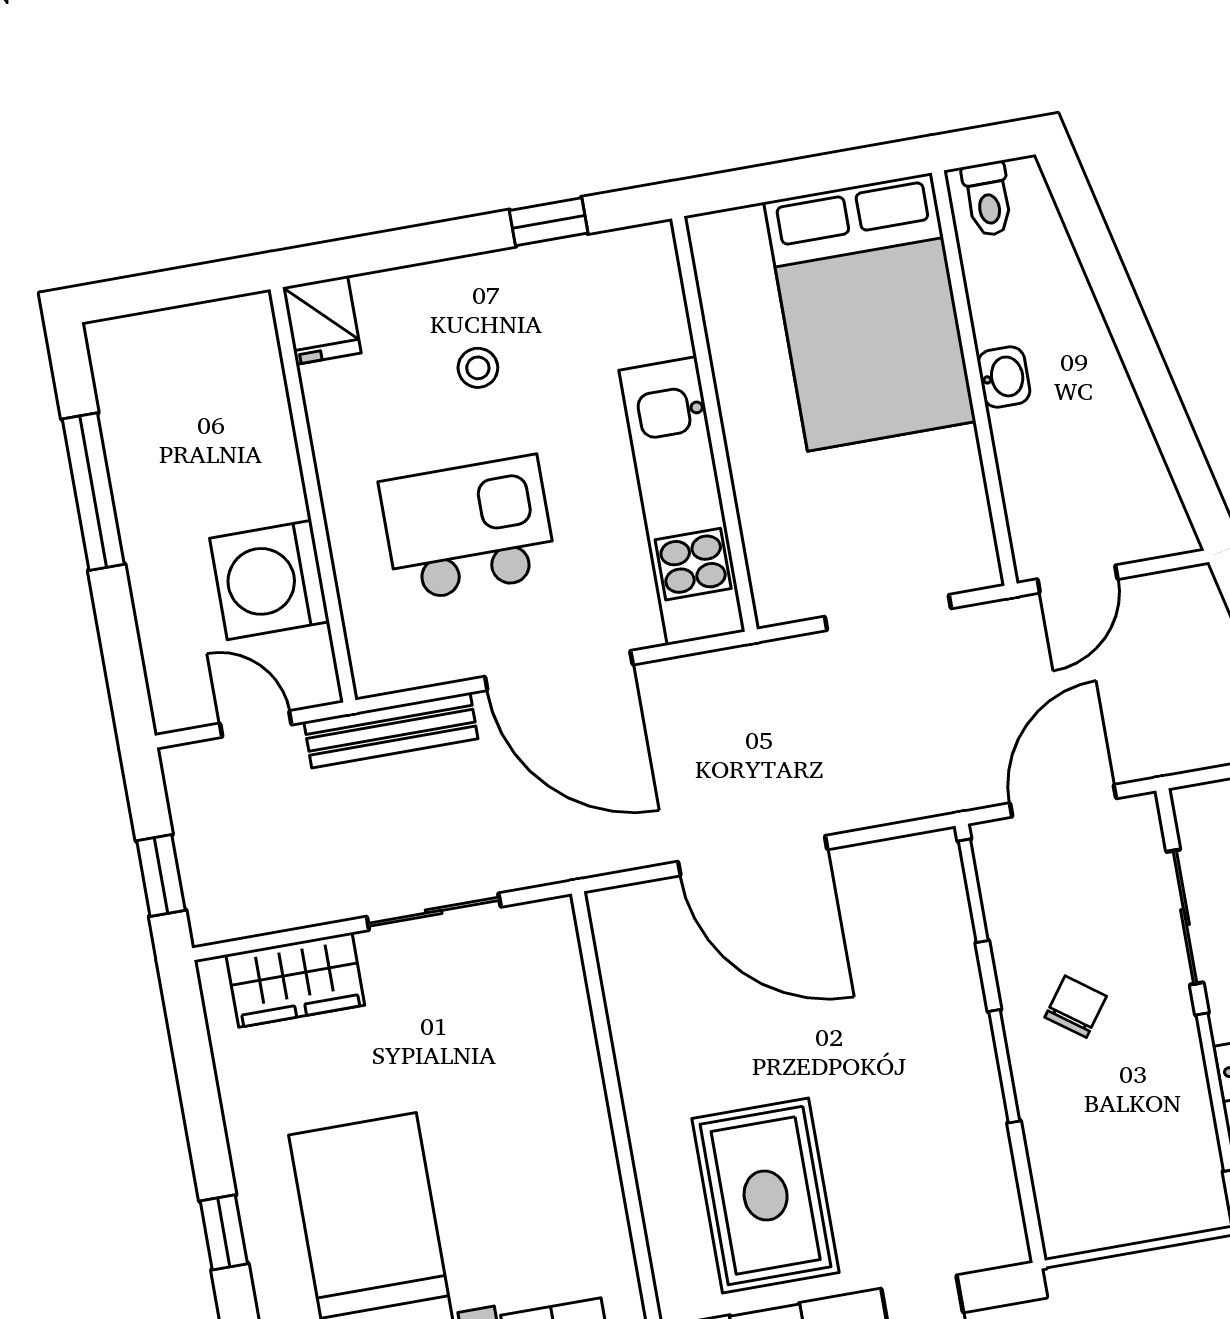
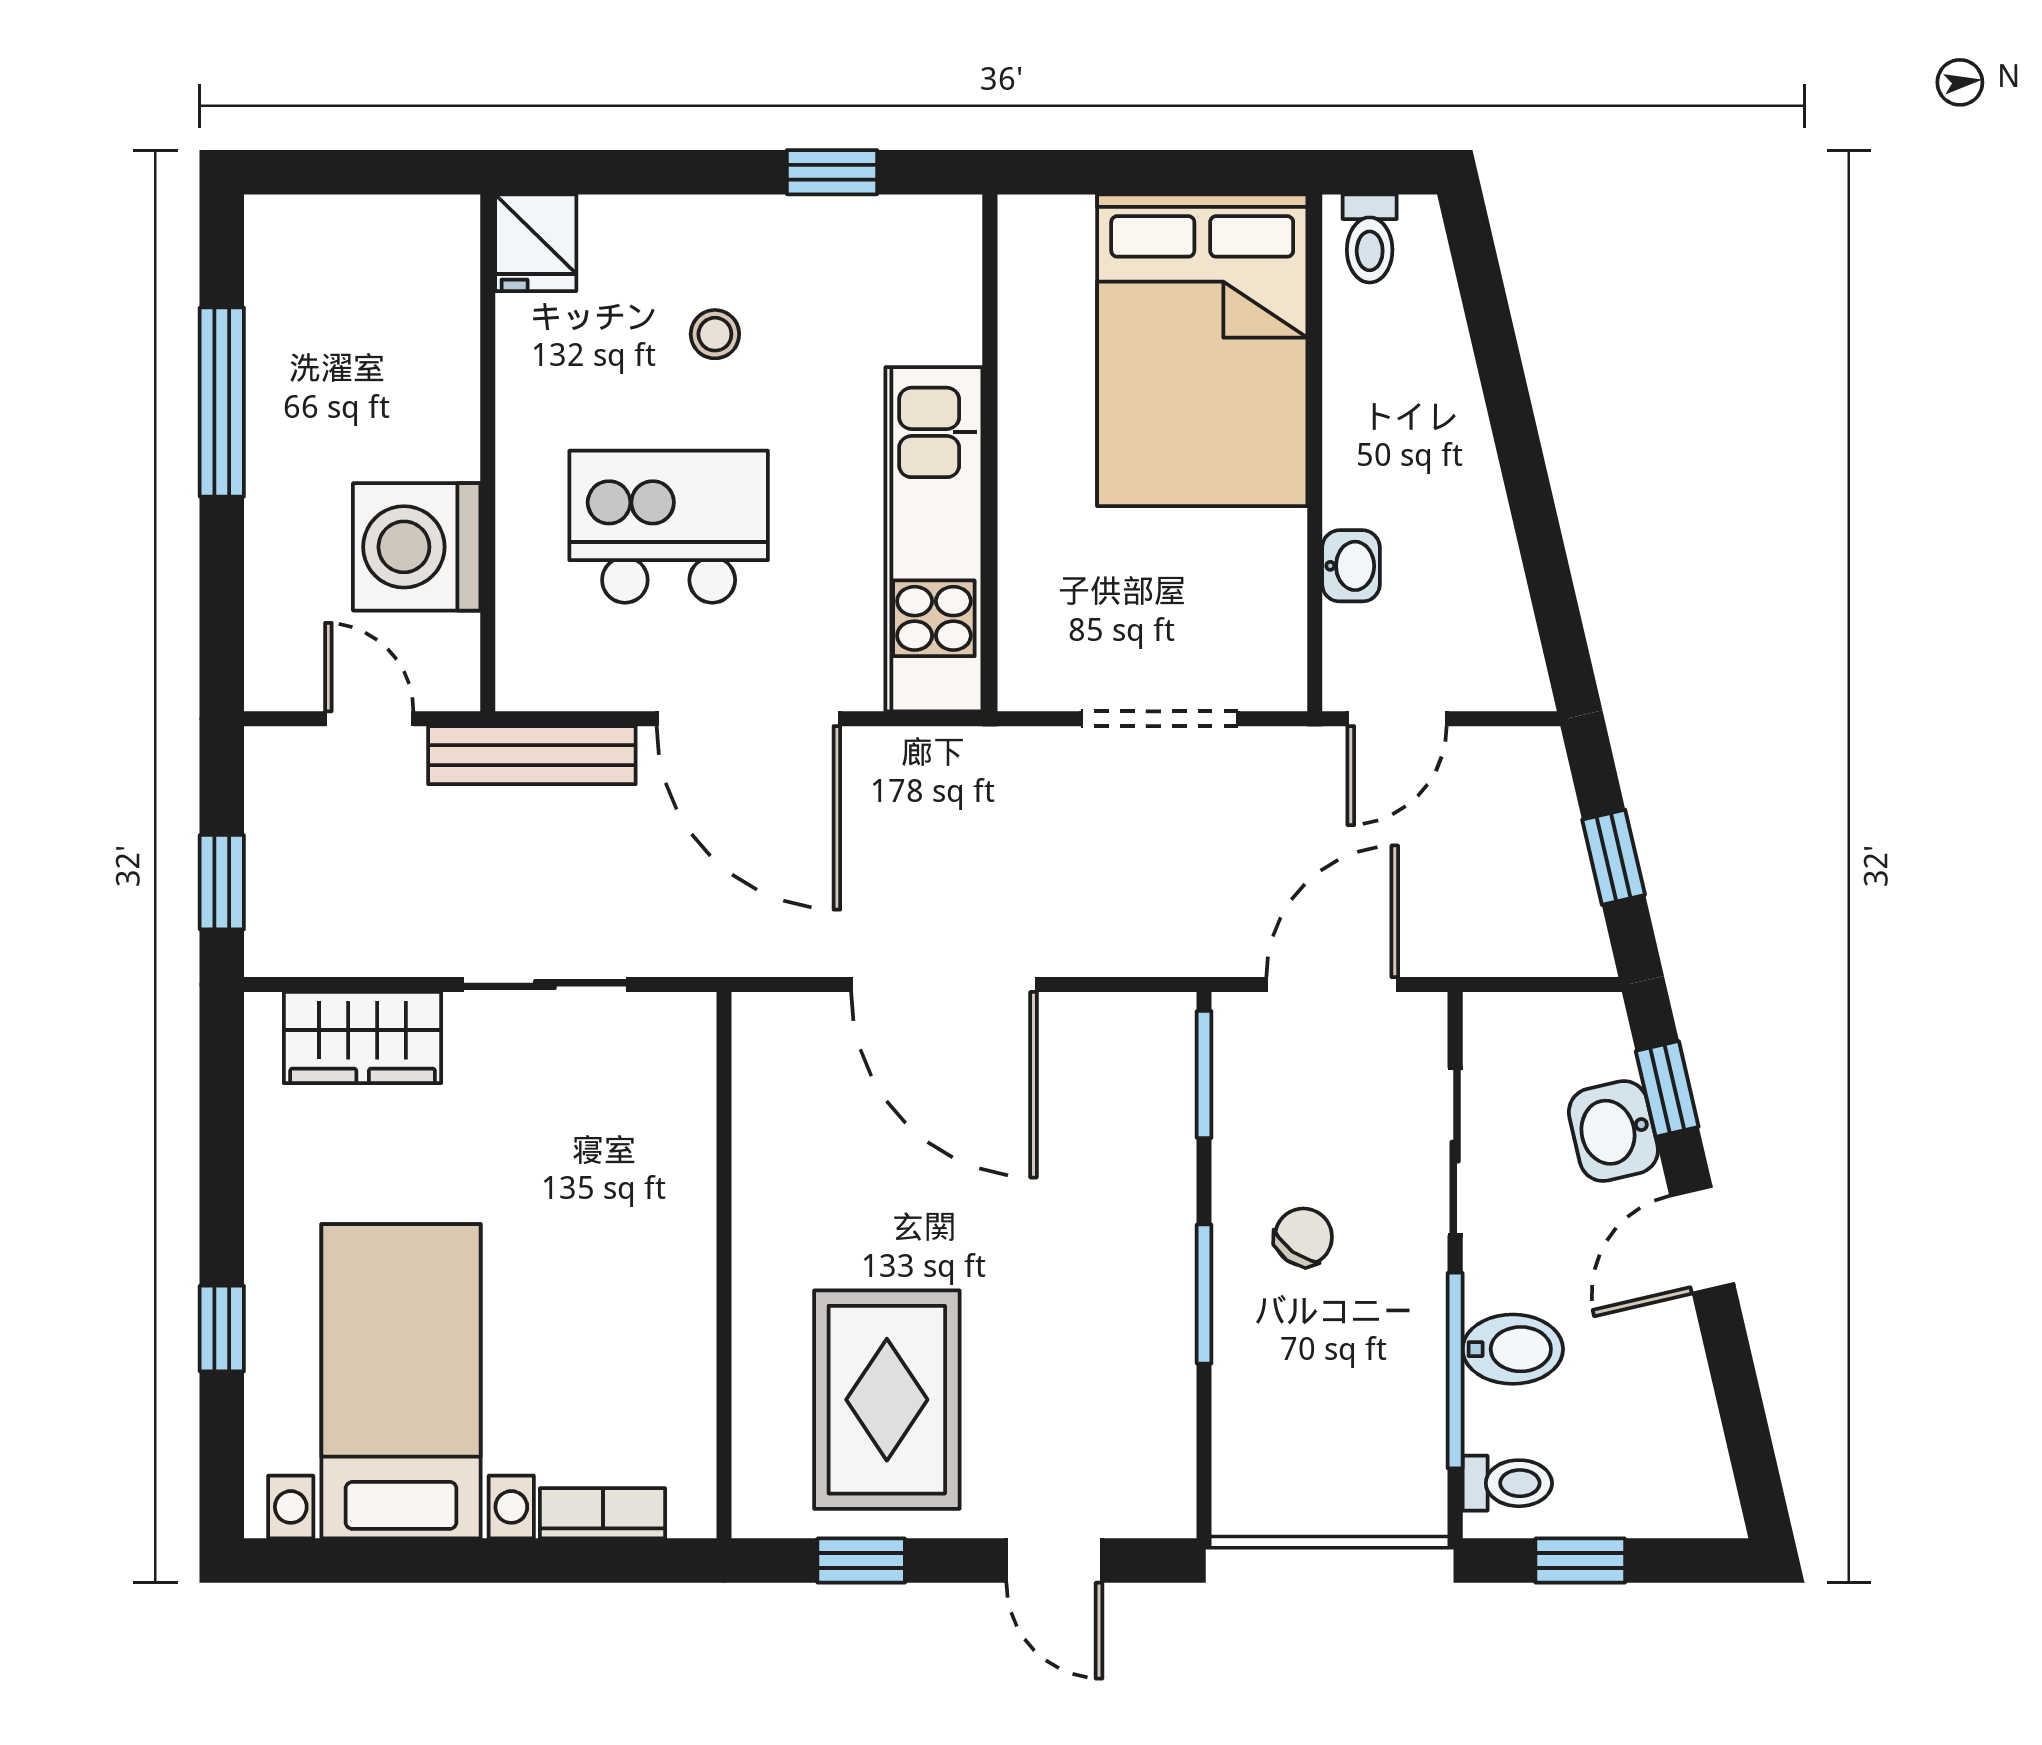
washbasin: (1004, 377) -> (1351, 566), moved

